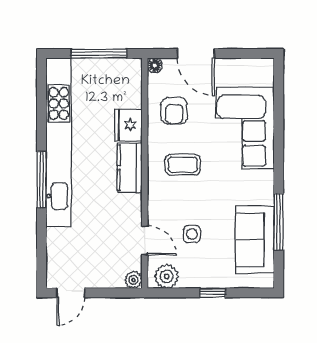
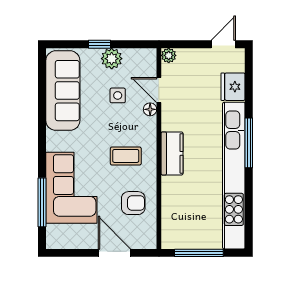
floor lamp: (155, 65) -> (150, 109), moved
armchair: (174, 111) -> (133, 203), turned 90
fridge: (128, 125) -> (233, 87), moved, turned 180
window: (279, 222) -> (42, 202), moved
sofa: (255, 240) -> (63, 91), width x1.36
plant: (167, 276) -> (112, 59), moved

